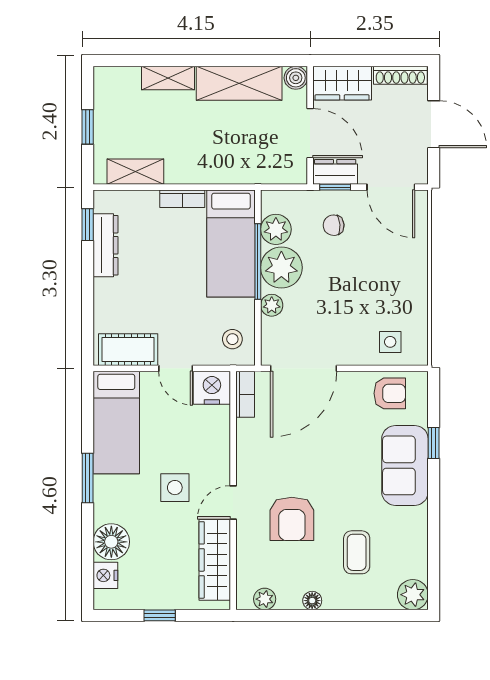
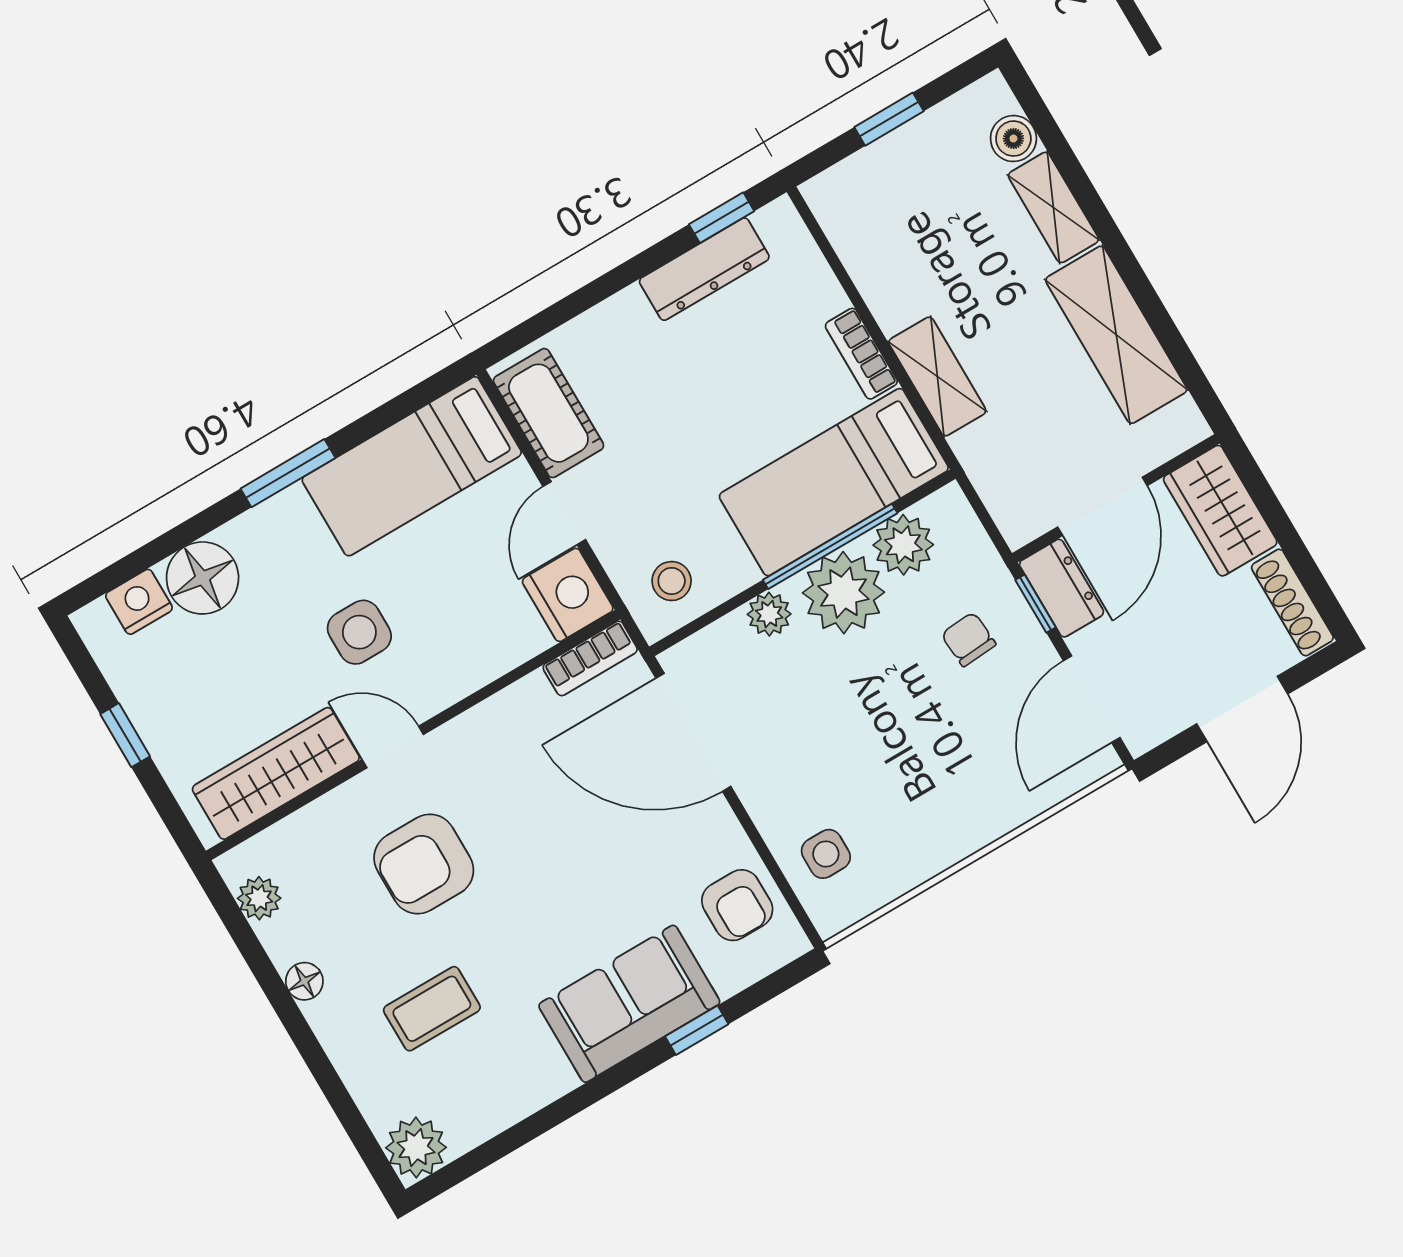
boiler: (296, 78) -> (1013, 139), moved
shelving: (135, 172) -> (937, 376), moved

